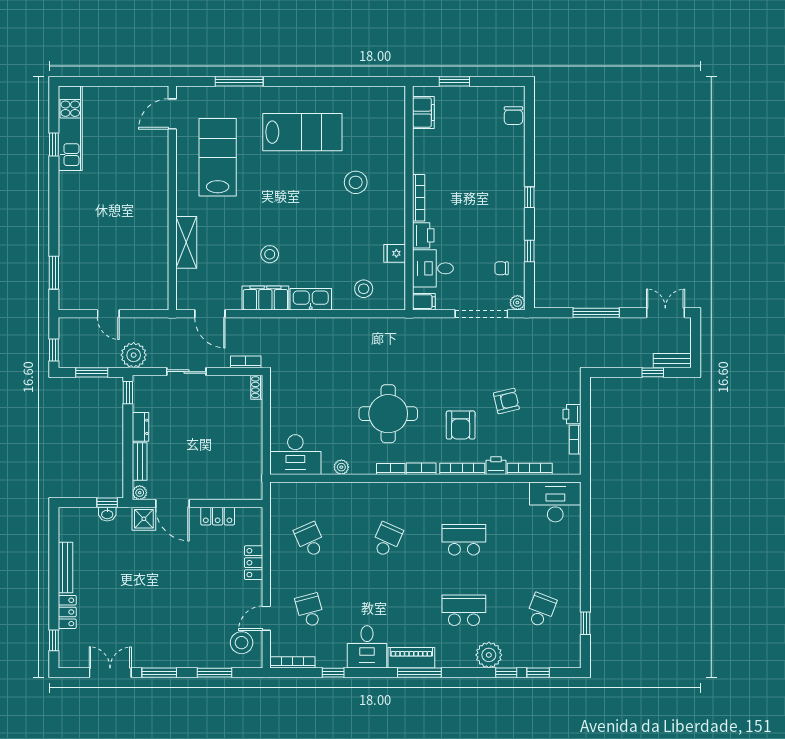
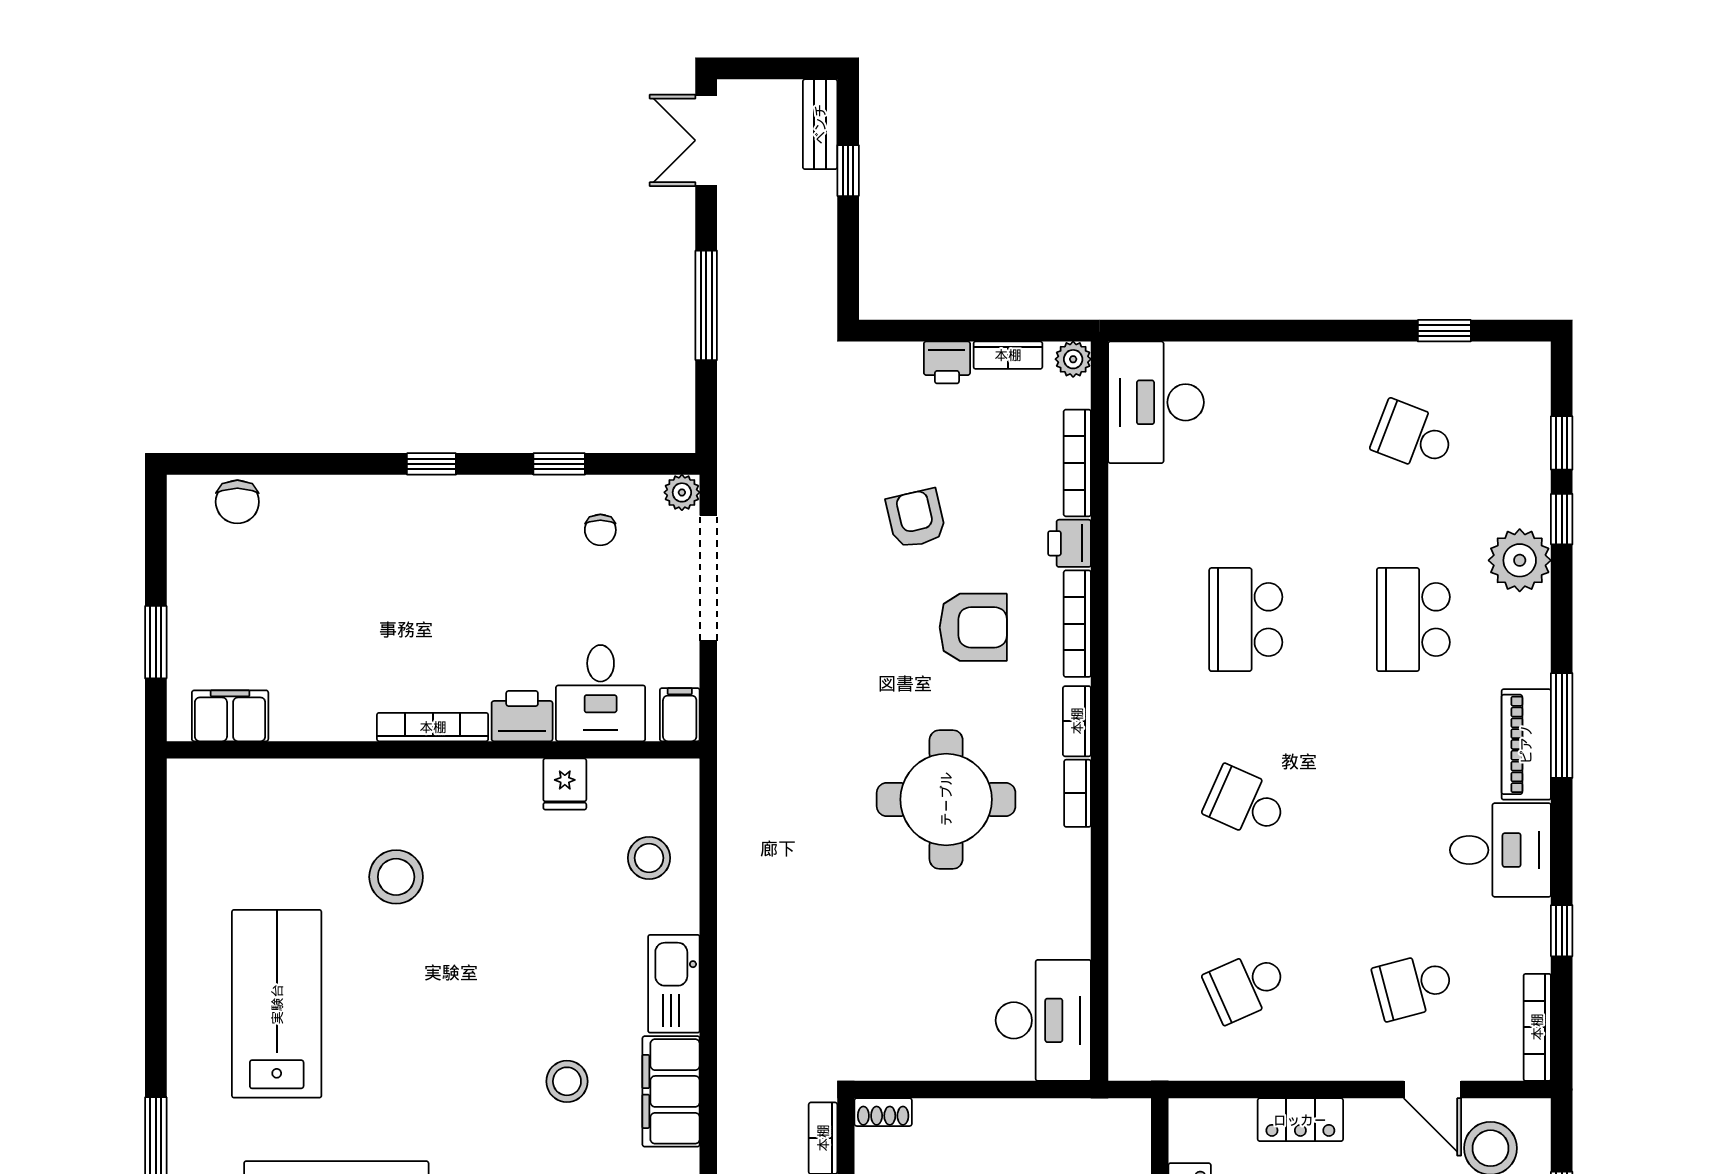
chair: (513, 116) -> (237, 502), turned 90
plant: (341, 467) -> (1073, 359), moved

